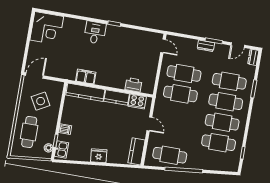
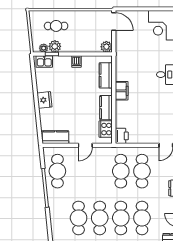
filing cabinet: (86, 77) -> (122, 91), moved
printer: (133, 85) -> (122, 136), moved
plant: (58, 87) -> (106, 47), added
kitchen counter: (85, 92) -> (106, 75), width x0.67
side table: (41, 101) -> (89, 32), removed
dishwasher: (65, 129) -> (76, 62), moved
cafe table: (29, 132) -> (56, 26), width x0.73, depth x0.74
plant: (49, 137) -> (55, 46), added

